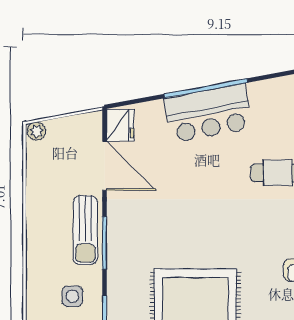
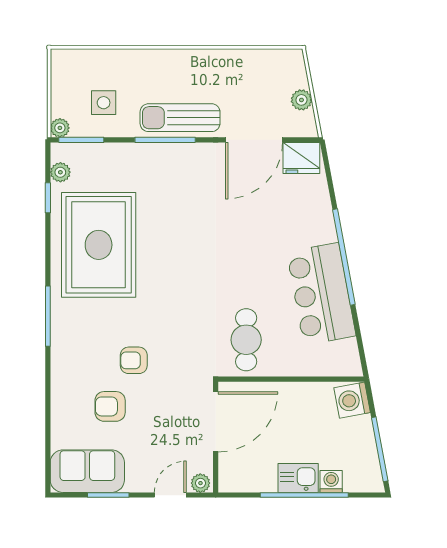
bar counter: (208, 113) -> (321, 294), moved
plant: (36, 131) -> (301, 100), moved

